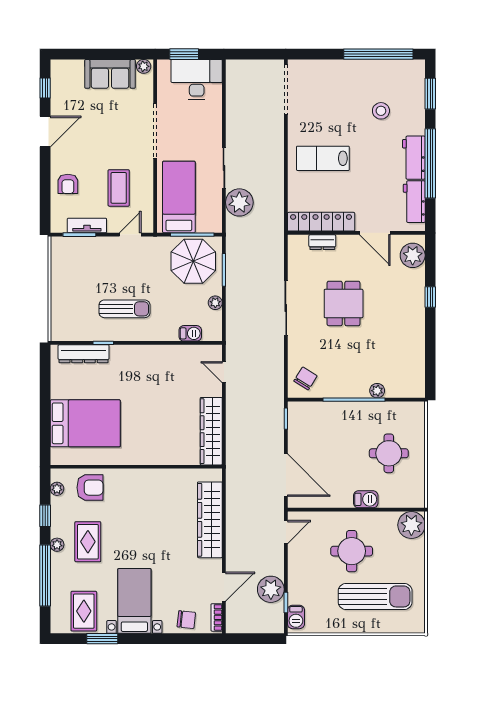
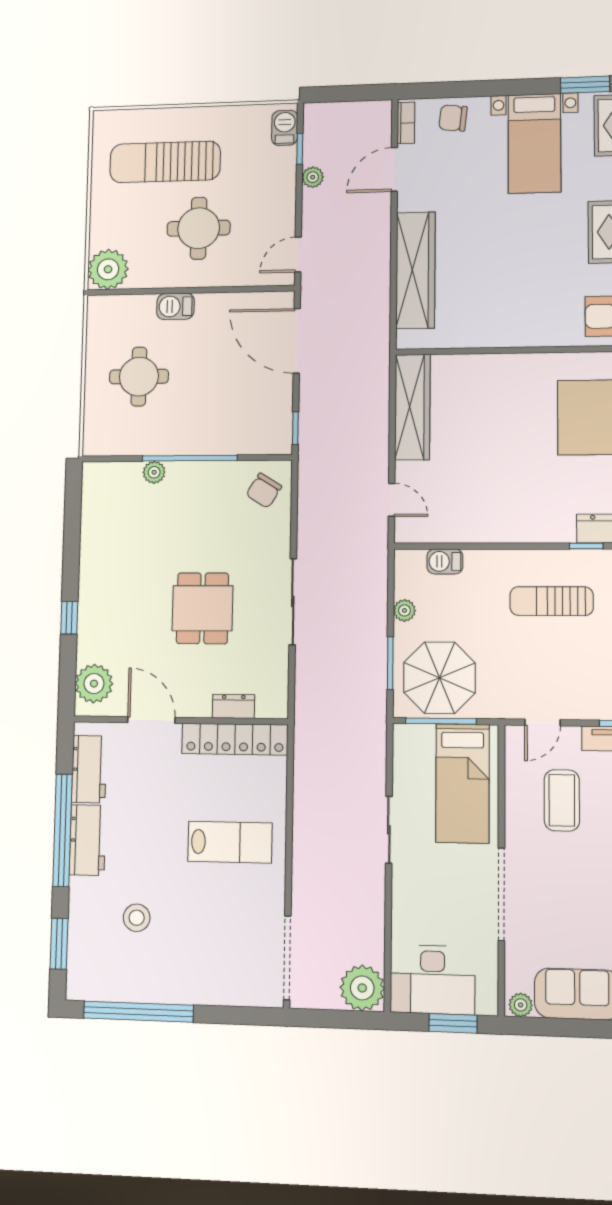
plant: (239, 202) -> (362, 988), moved
plant: (271, 589) -> (313, 177), width x0.53, depth x0.53

